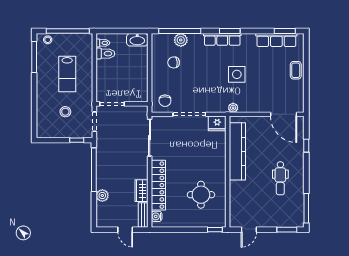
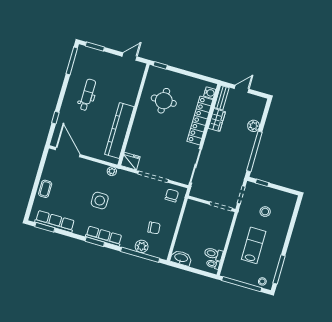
door: (125, 230) -> (242, 89), hinge flipped

